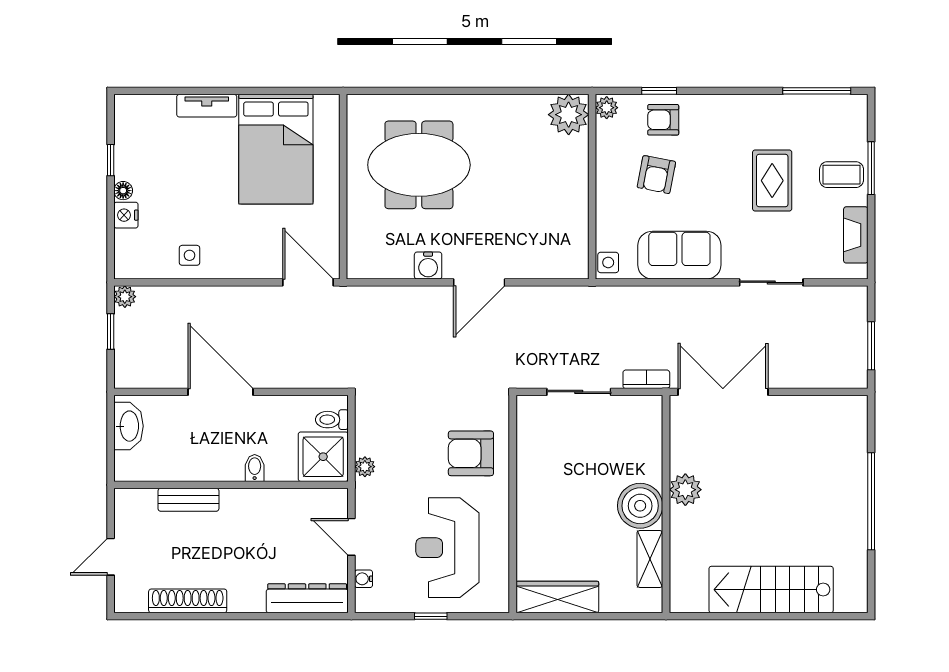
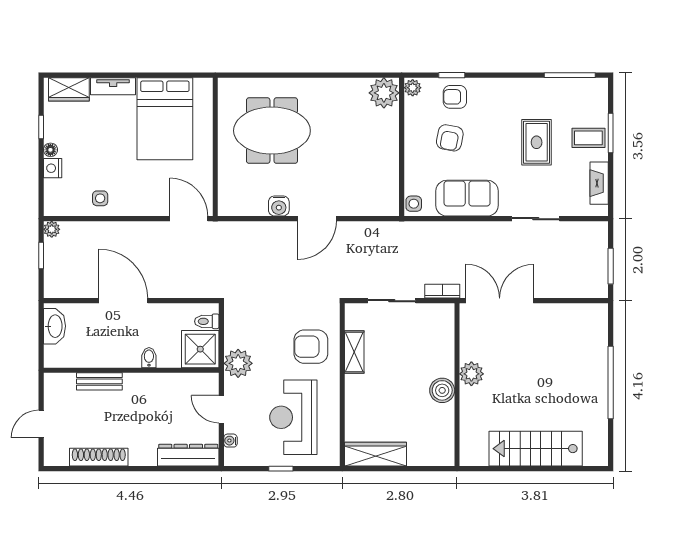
wardrobe: (148, 110) -> (69, 89), added
plant: (365, 467) -> (238, 363), width x1.87, depth x1.87
boiler: (640, 506) -> (442, 390), width x0.73, depth x0.73
shelving: (650, 559) -> (354, 352), moved

